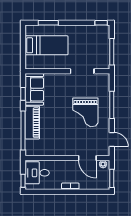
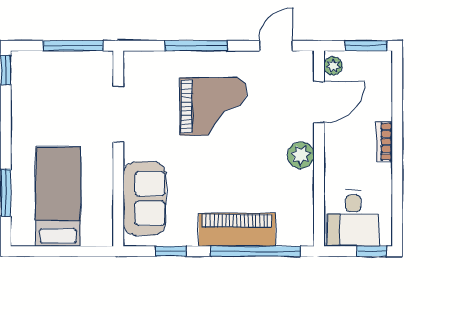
sofa: (34, 89) -> (144, 198), moved, turned 90
plant: (64, 150) -> (301, 155), added

